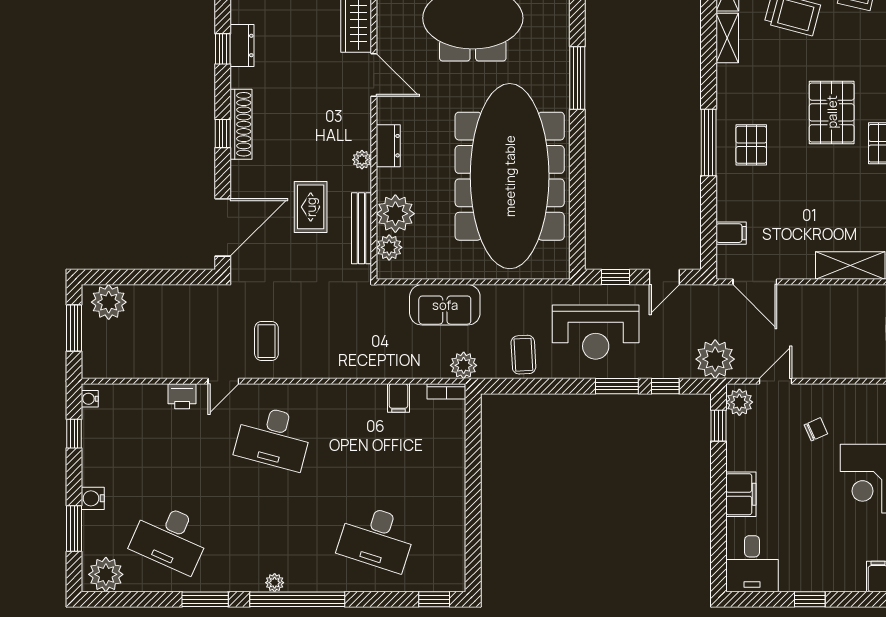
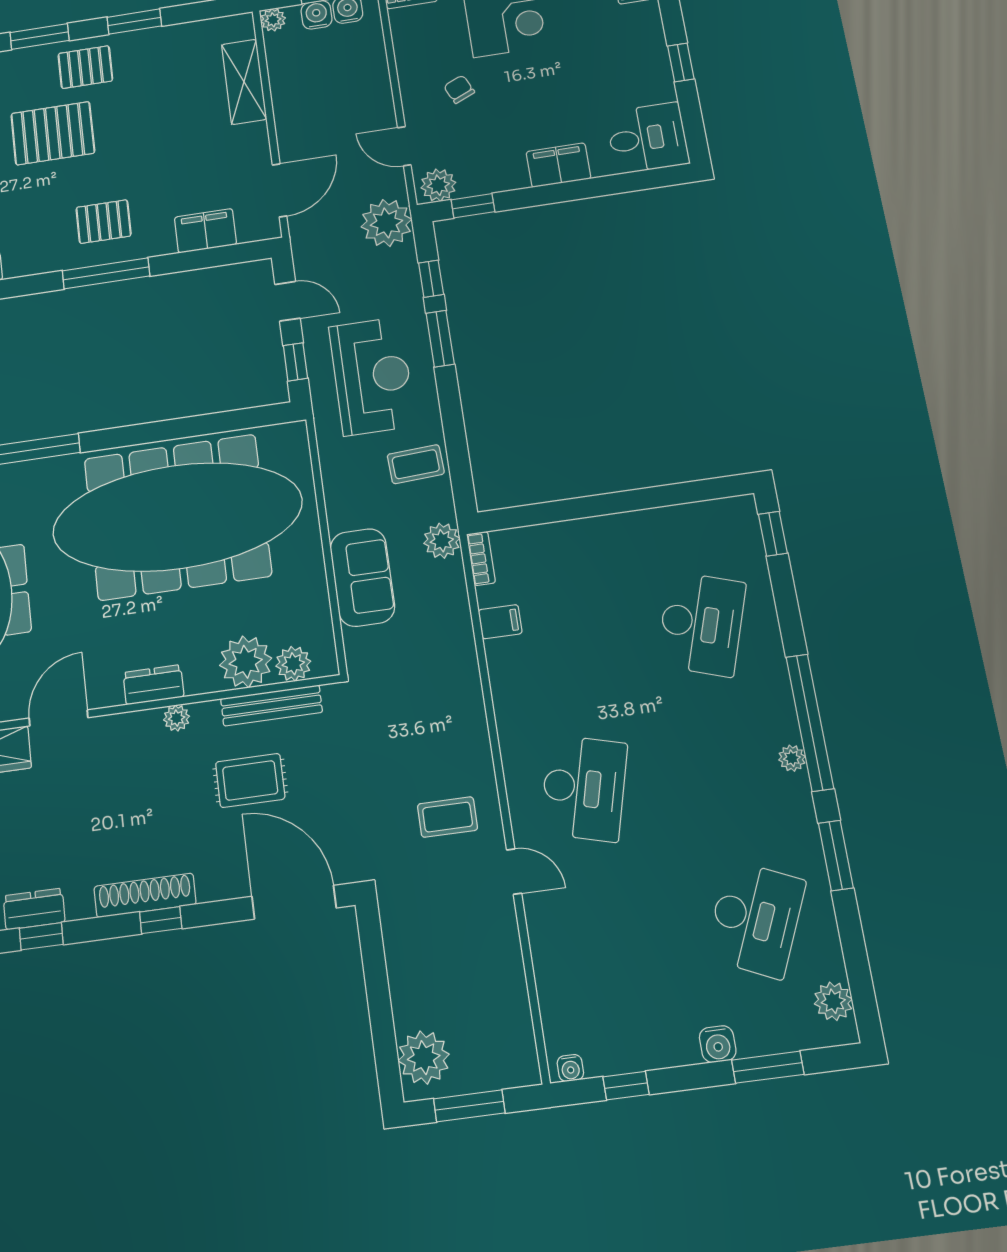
filing cabinet: (731, 233) -> (205, 231), width x2.00
printer: (182, 396) -> (545, 929), removed
plant: (106, 574) -> (833, 1001), width x0.73, depth x0.73

